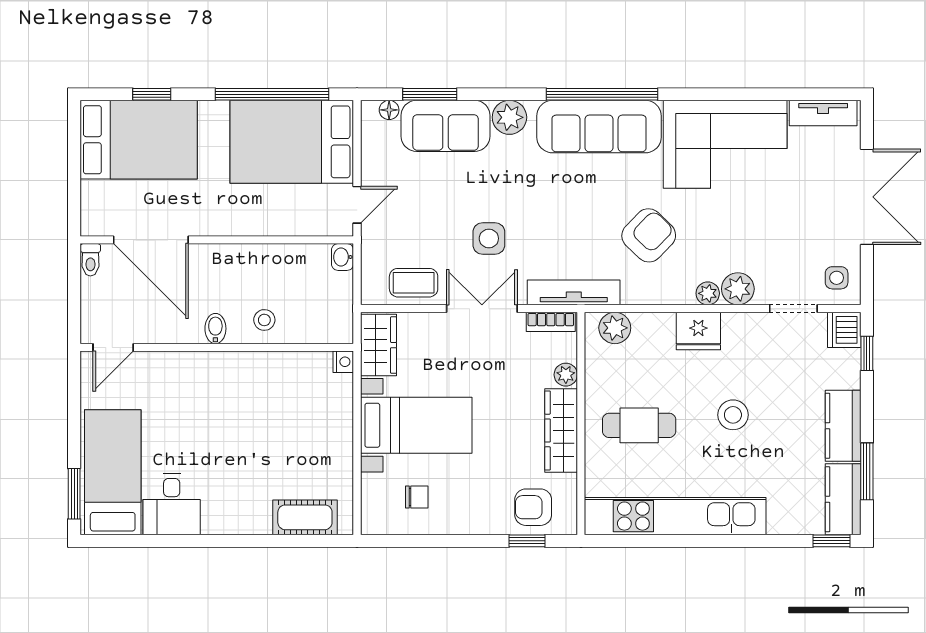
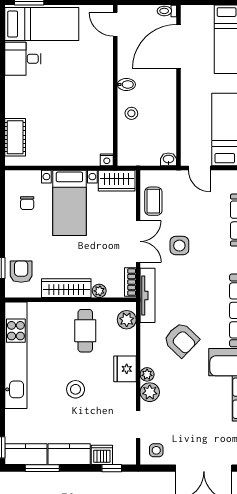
dishwasher: (844, 330) -> (102, 455), moved
cafe table: (639, 425) -> (85, 331), moved

